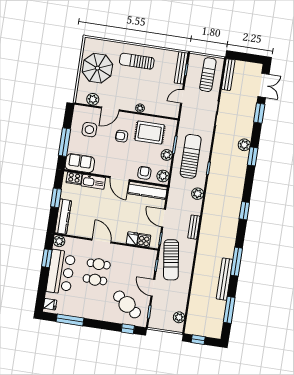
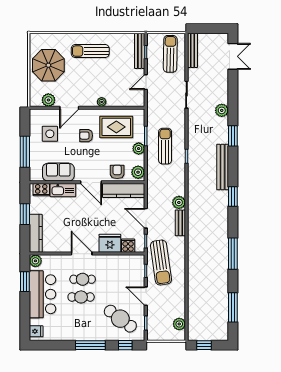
window: (259, 113) -> (233, 87), removed
plant: (244, 145) -> (222, 110), moved
sun lounger: (191, 156) -> (165, 146), width x0.73, depth x0.75
sofa: (80, 163) -> (58, 172), moved
plant: (198, 194) -> (179, 202), moved
fridge: (132, 238) -> (110, 243), width x1.88, depth x1.34
bench: (224, 279) -> (223, 167), moved
window: (70, 320) -> (90, 345), moved

